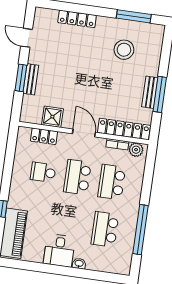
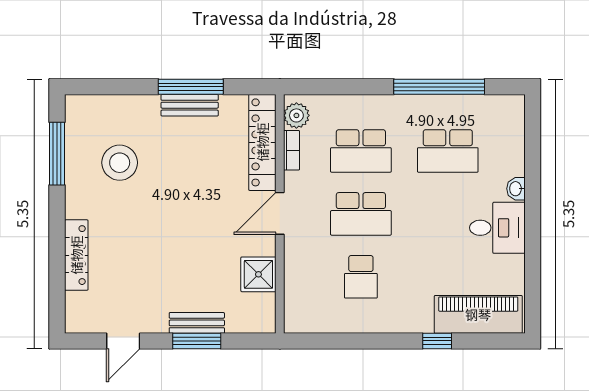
locker: (44, 136) -> (296, 284), removed

